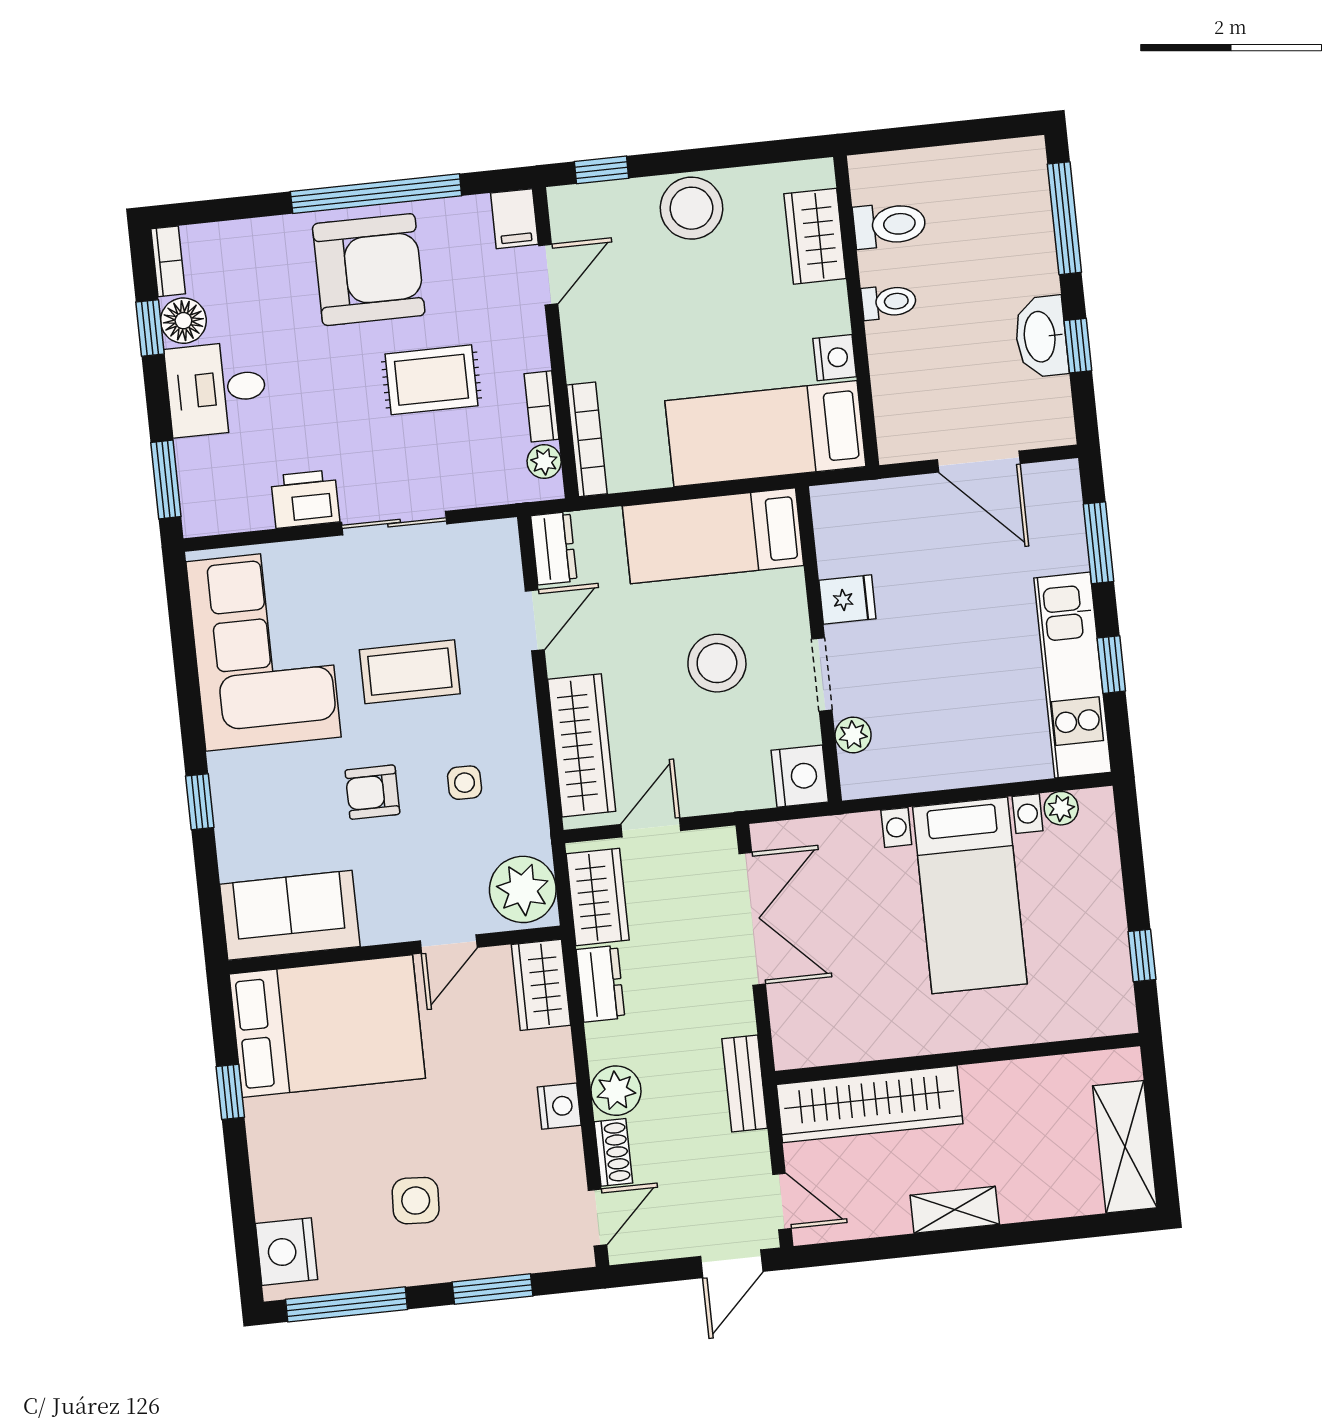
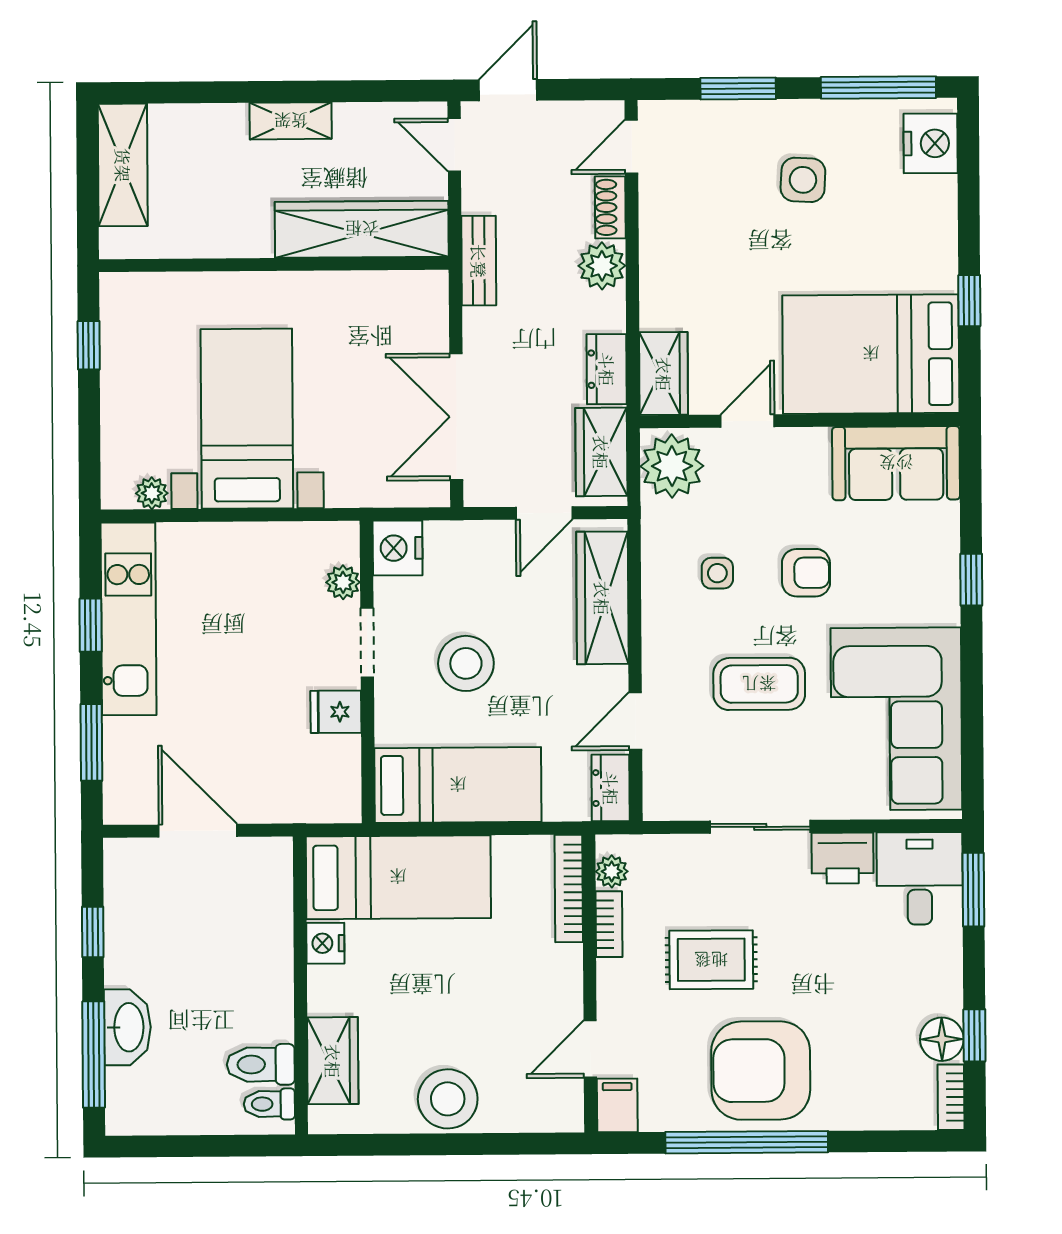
window: (601, 170) -> (530, 1144), removed
toilet: (889, 302) -> (269, 1104), moved
washbasin: (1041, 337) -> (127, 1027), moved
desk: (216, 389) -> (920, 878), moved, turned -90
nightstand: (559, 1106) -> (657, 256), removed

